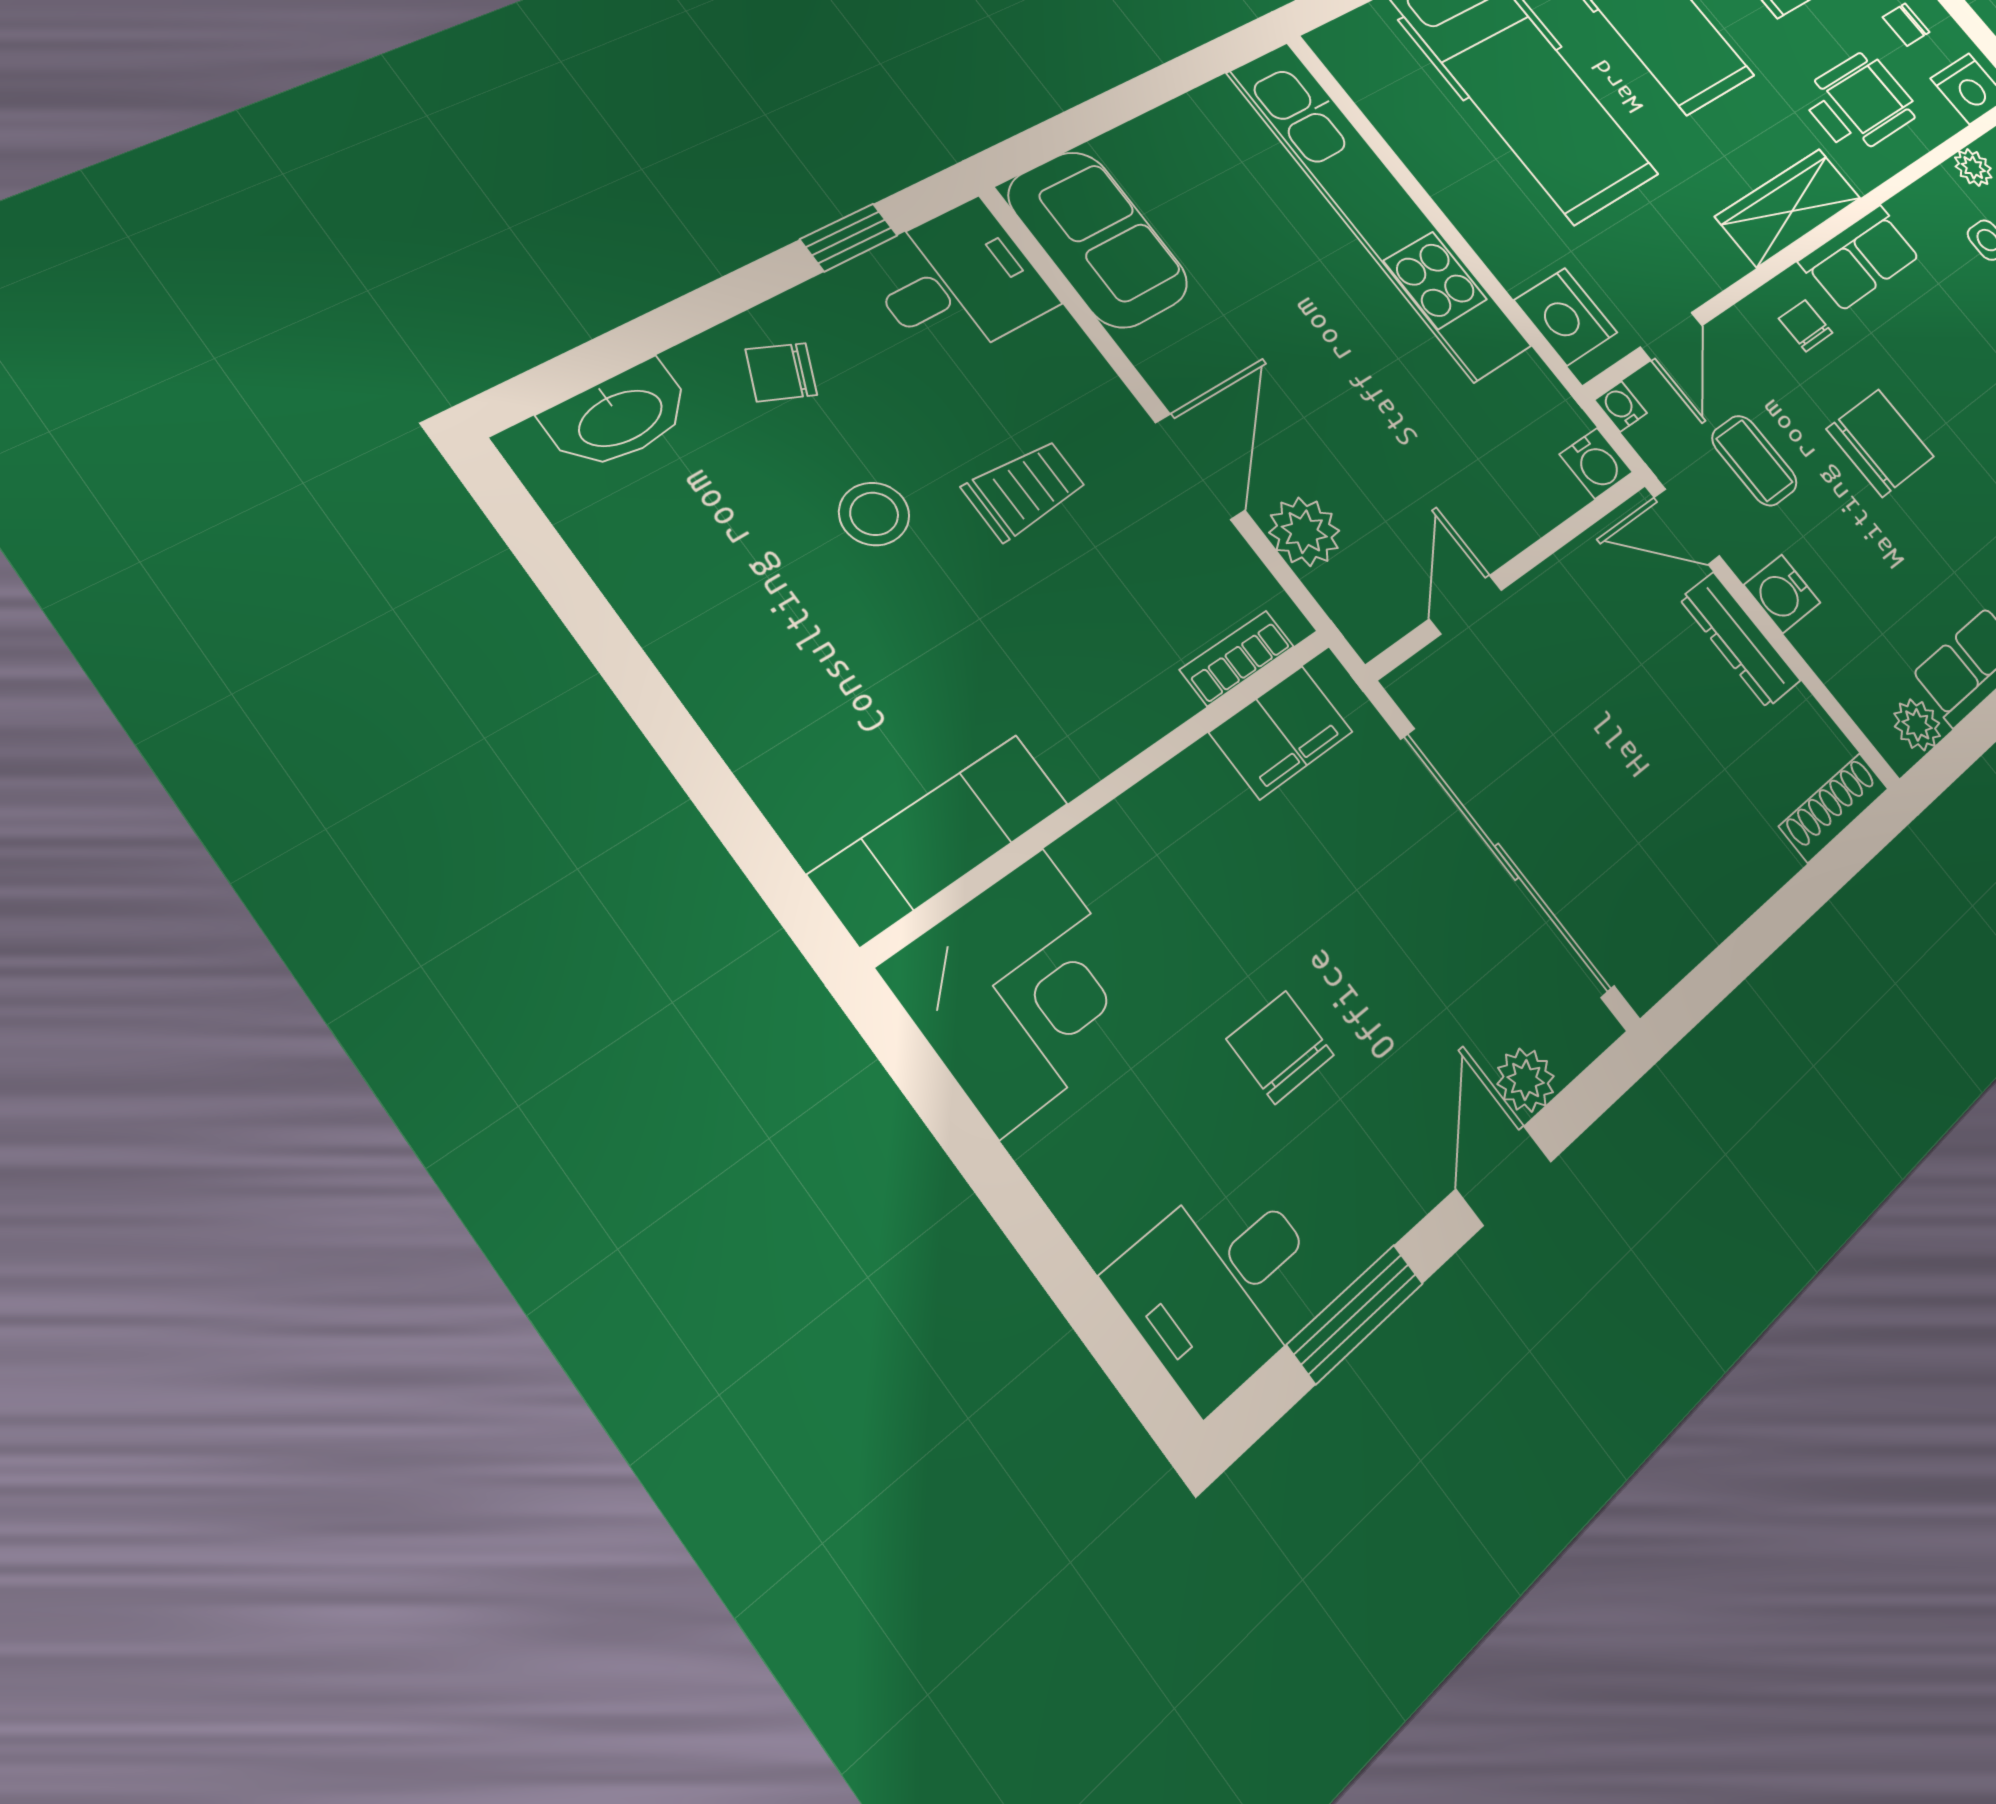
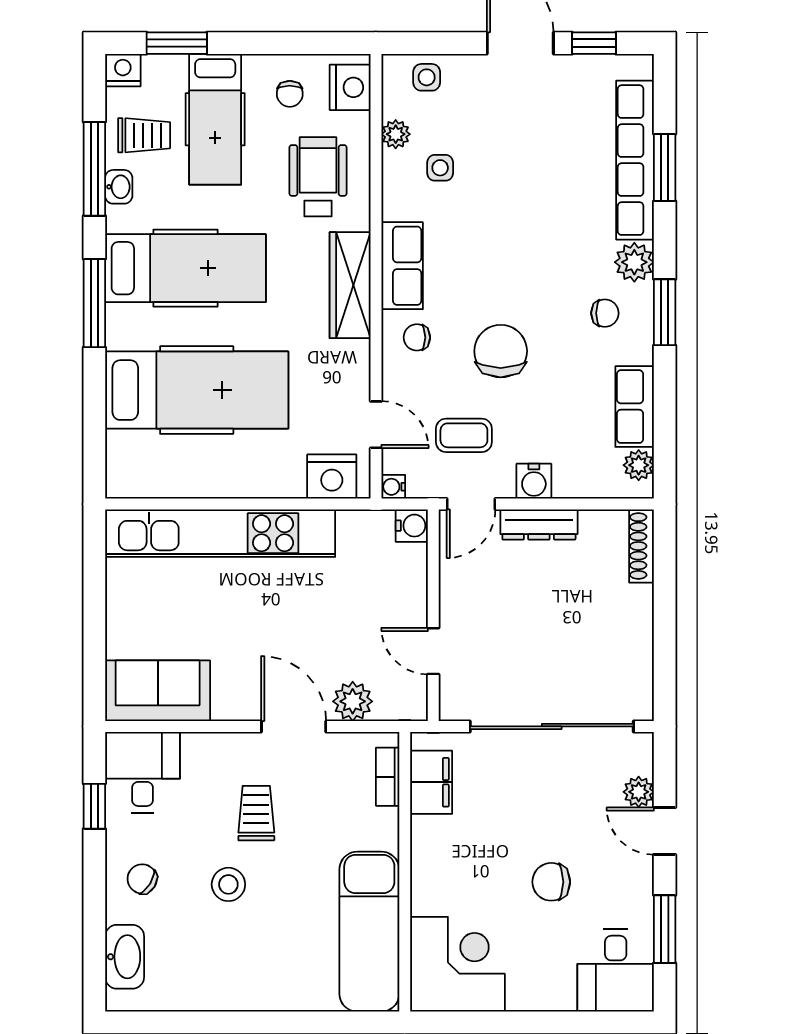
chair: (781, 372) -> (142, 879), turned 99
exam couch: (940, 838) -> (369, 932), width x1.36, depth x1.45

